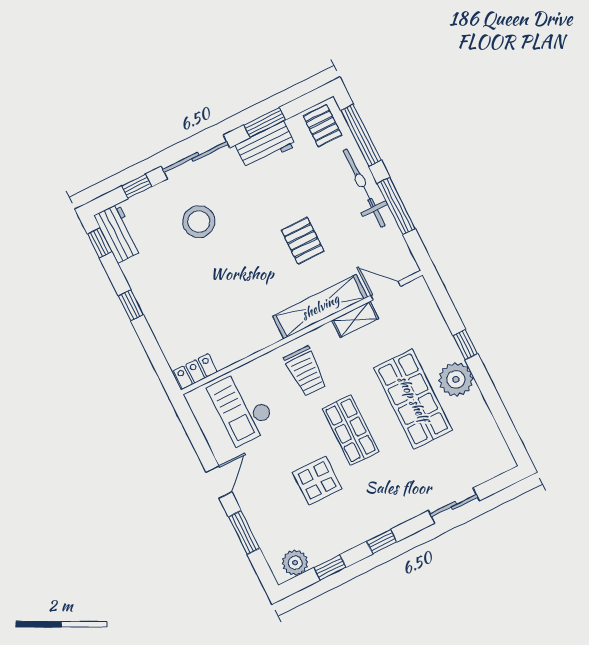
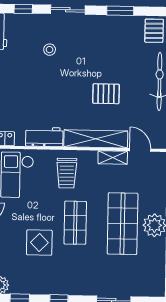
workbench: (266, 145) -> (44, 137), moved, turned 180
sliding door: (195, 157) -> (68, 10), width x0.73
stool: (199, 222) -> (50, 50), width x0.53, depth x0.53
pallet: (303, 241) -> (106, 94), turned 90

